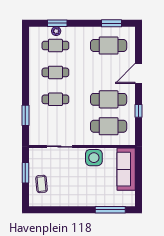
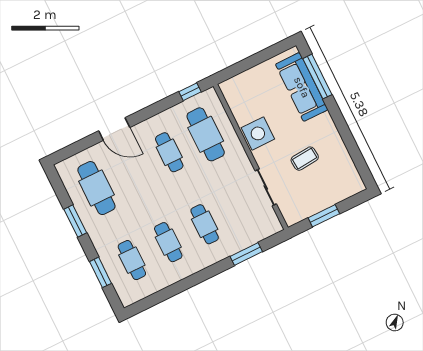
window: (112, 23) -> (75, 221), moved
plant: (56, 31) -> (112, 269), removed
cafe table: (109, 99) -> (169, 152), width x0.73, depth x0.74
window: (139, 111) -> (190, 92), moved
sofa: (126, 169) -> (302, 87), moved, turned 90
coffee table: (42, 184) -> (305, 159), moved

